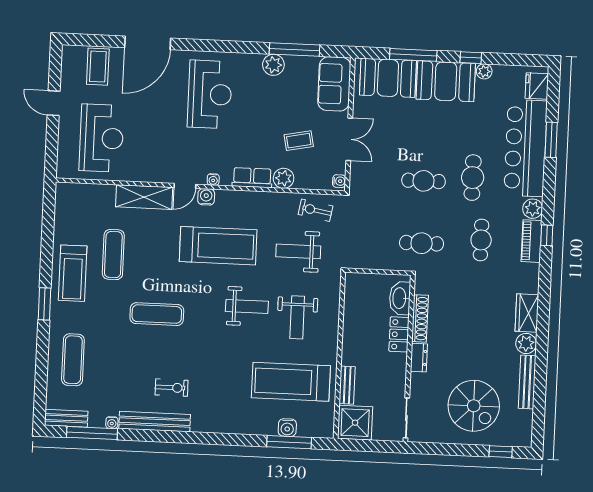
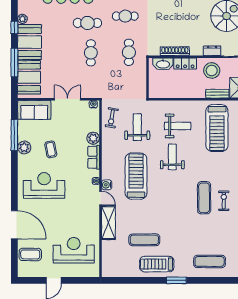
coffee table: (299, 141) -> (51, 149), moved
weight bench: (298, 251) -> (137, 127), turned 180
treadmill: (73, 273) -> (157, 264), turned 180
exercise mat: (157, 314) -> (204, 198), moved
dresser: (419, 358) -> (212, 51), moved
stool: (386, 377) -> (212, 71), added

